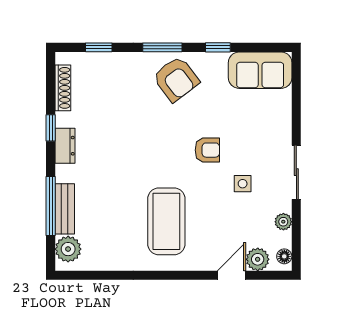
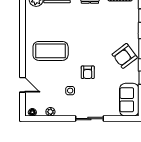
sliding door: (296, 172) -> (89, 119), moved
plant: (258, 259) -> (31, 98), removed

